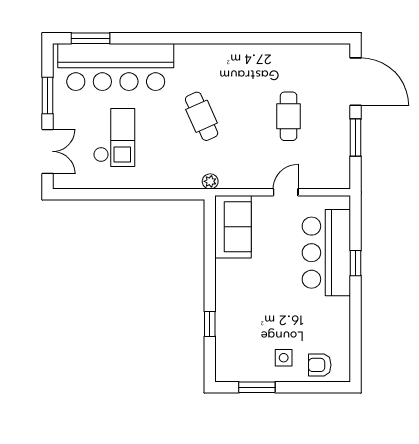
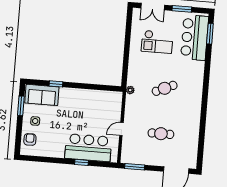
bar counter: (116, 67) -> (195, 38), width x0.73
window: (356, 138) -> (135, 167), moved
door: (286, 192) -> (121, 129), swing flipped
sofa: (233, 227) -> (42, 95), moved

